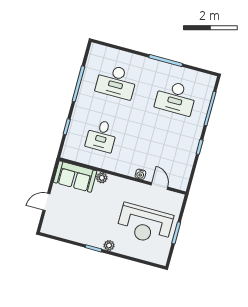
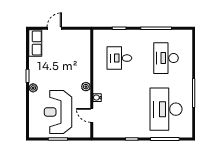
desk: (176, 98) -> (166, 109), width x1.36, depth x1.30
sofa: (75, 177) -> (81, 46), removed
plant: (102, 178) -> (86, 87), moved
door: (159, 186) -> (92, 115), swing flipped
door: (46, 202) -> (54, 28), hinge flipped
row of seats: (57, 229) -> (35, 43), added

